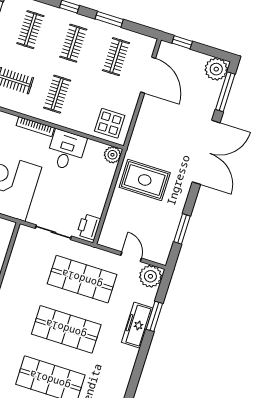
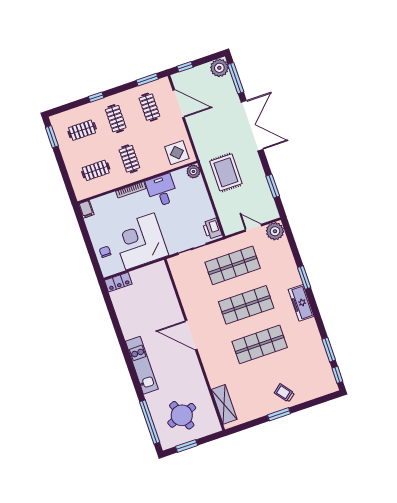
window: (109, 19) -> (147, 80), moved
clothes rail: (30, 30) -> (82, 130), turned 90
rug: (145, 180) -> (226, 172), turned 90
window: (154, 316) -> (304, 277), moved
freezer: (137, 325) -> (301, 303), moved

